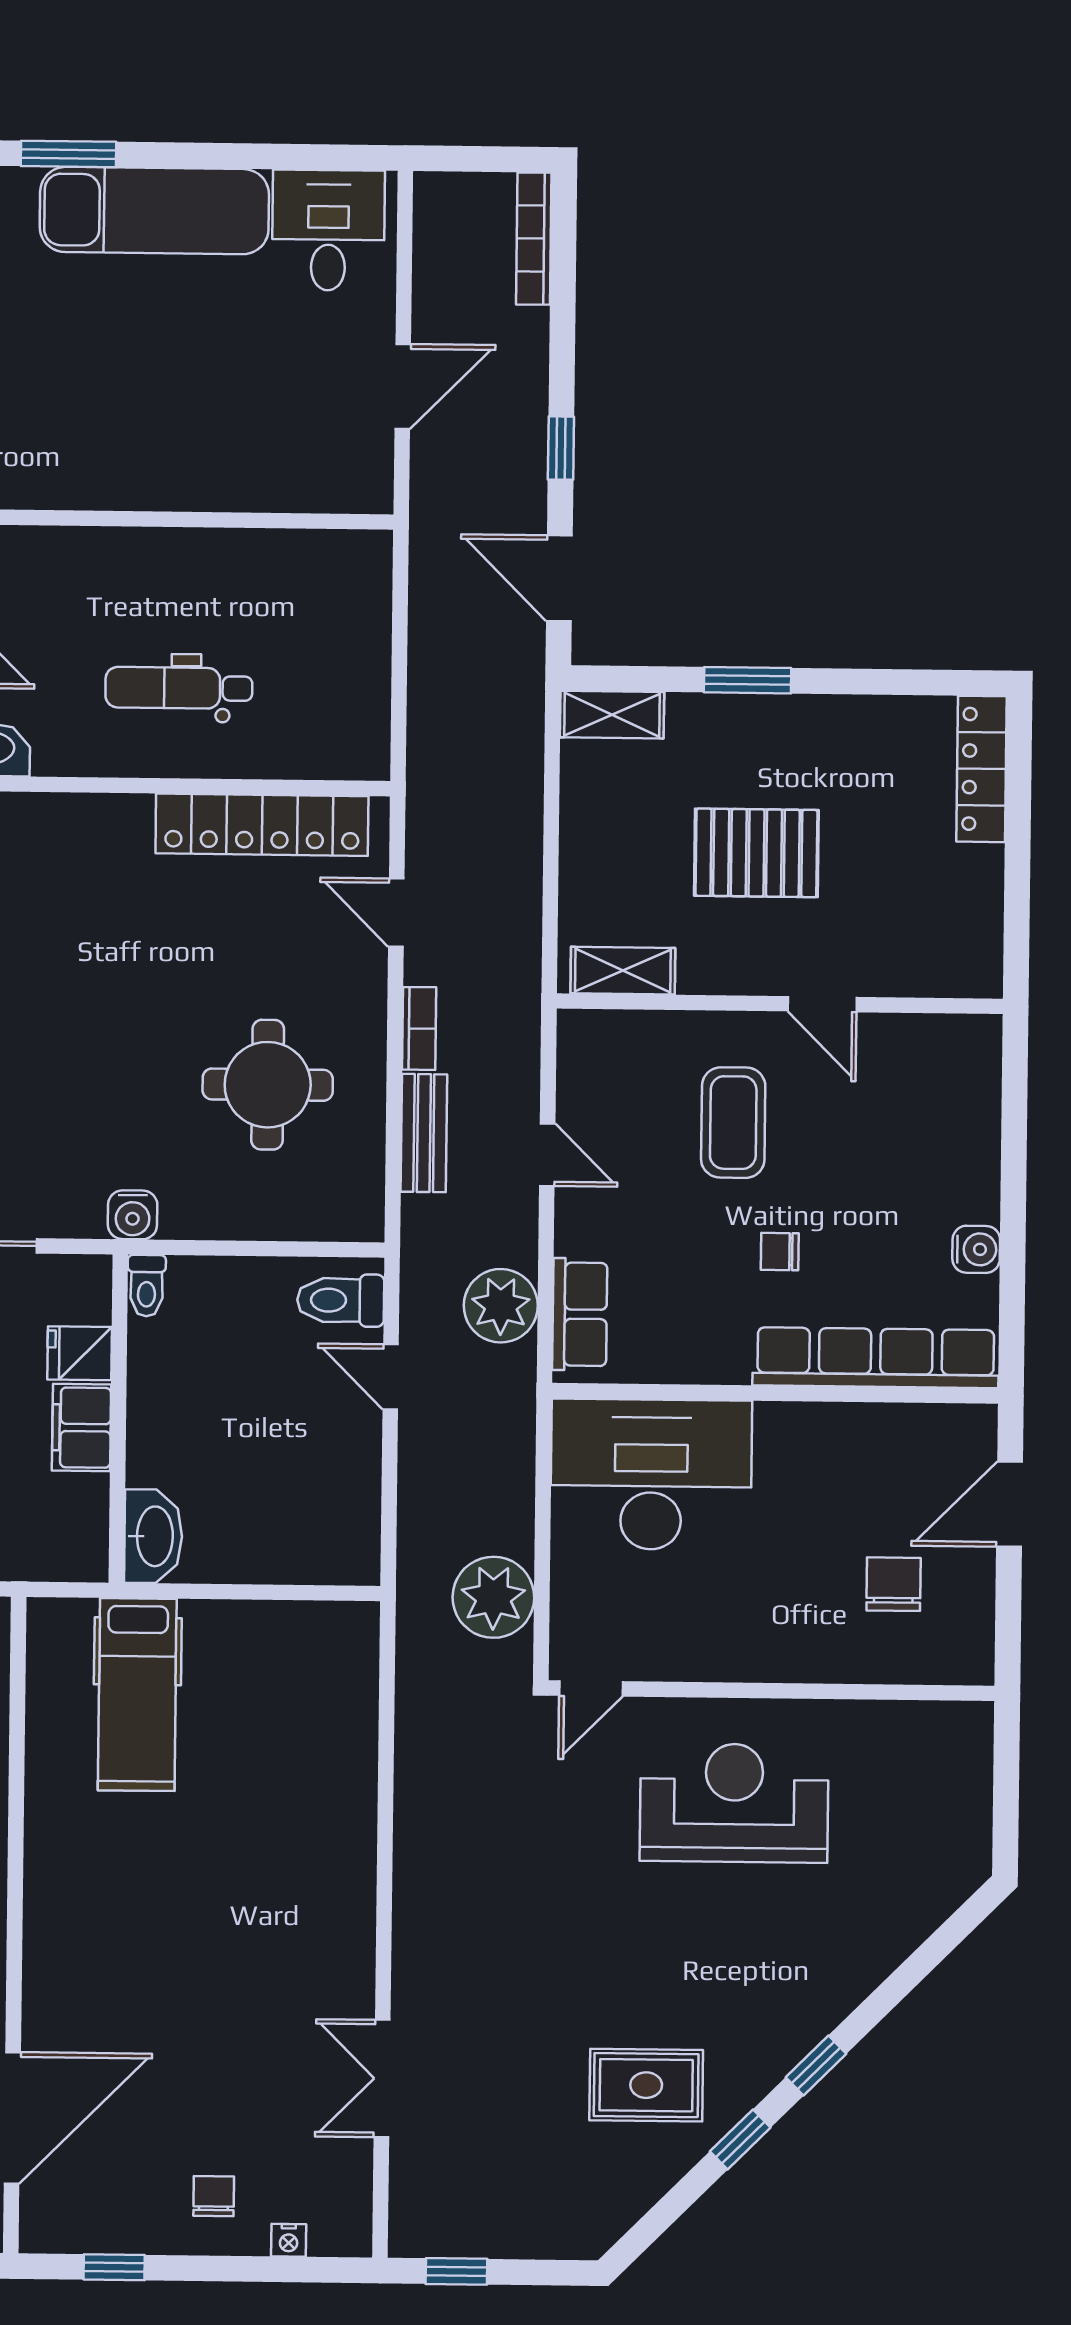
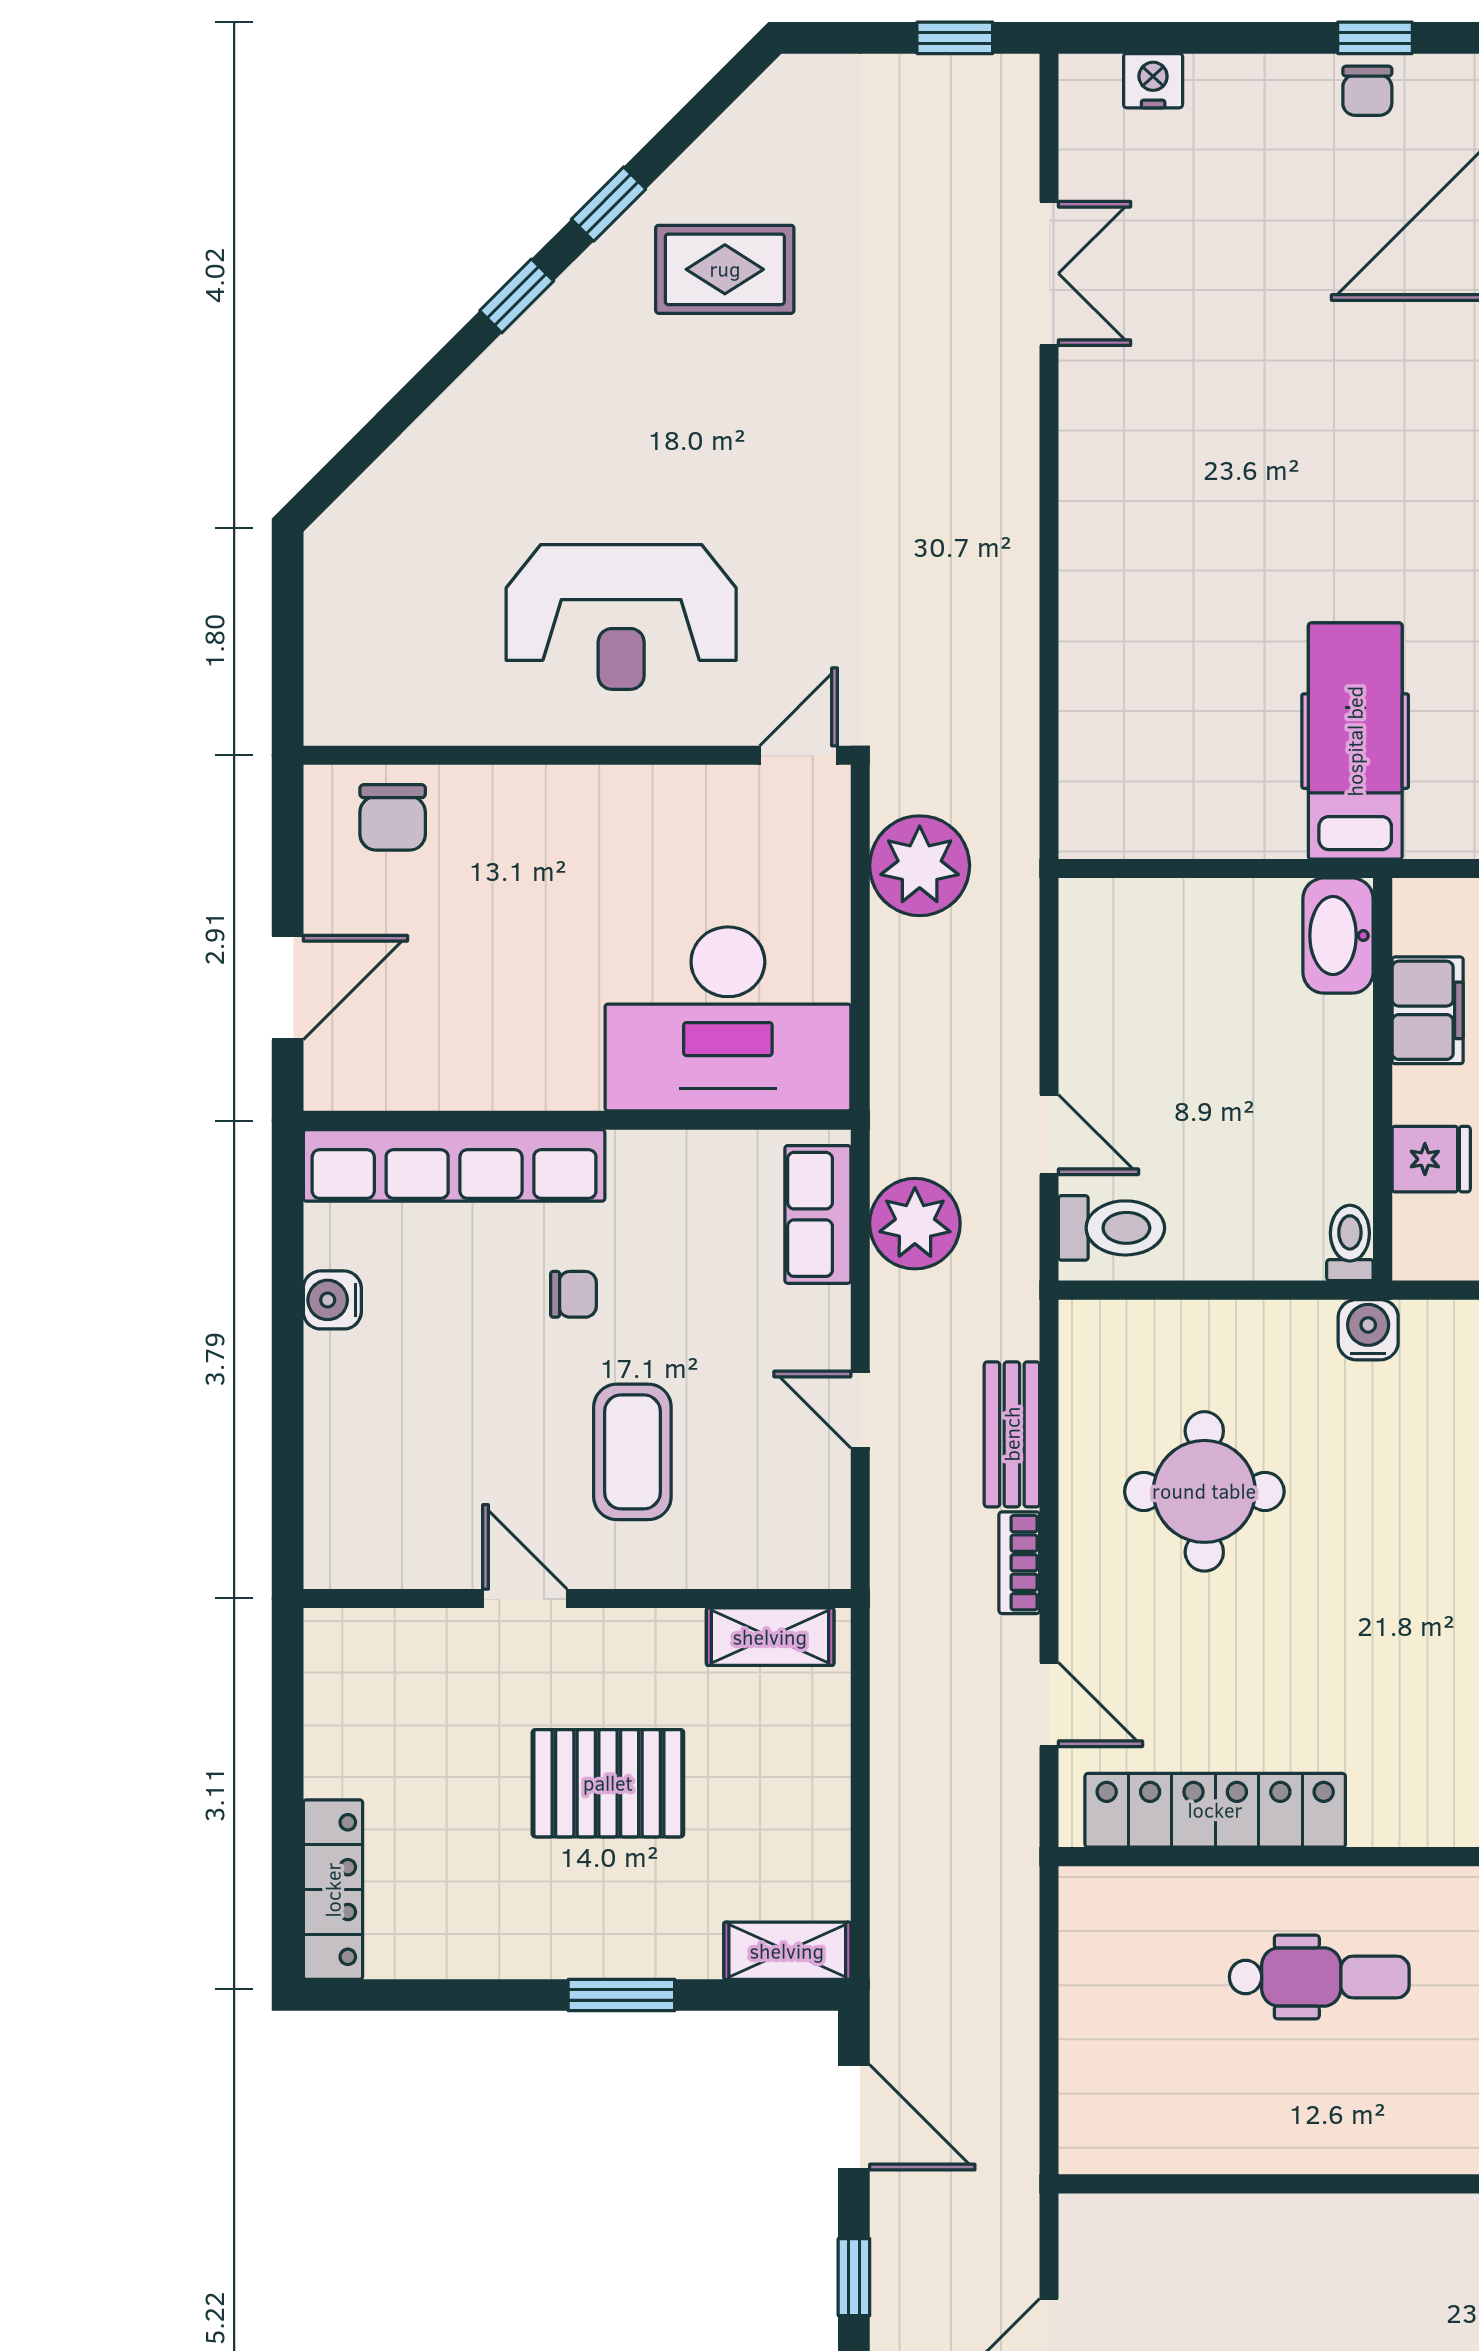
filing cabinet: (82, 1428) -> (1428, 1010), moved
chair: (894, 1584) -> (393, 817), moved
chair: (214, 2196) -> (1367, 91), moved
nightstand: (289, 2240) -> (1153, 81), width x1.39, depth x1.35

